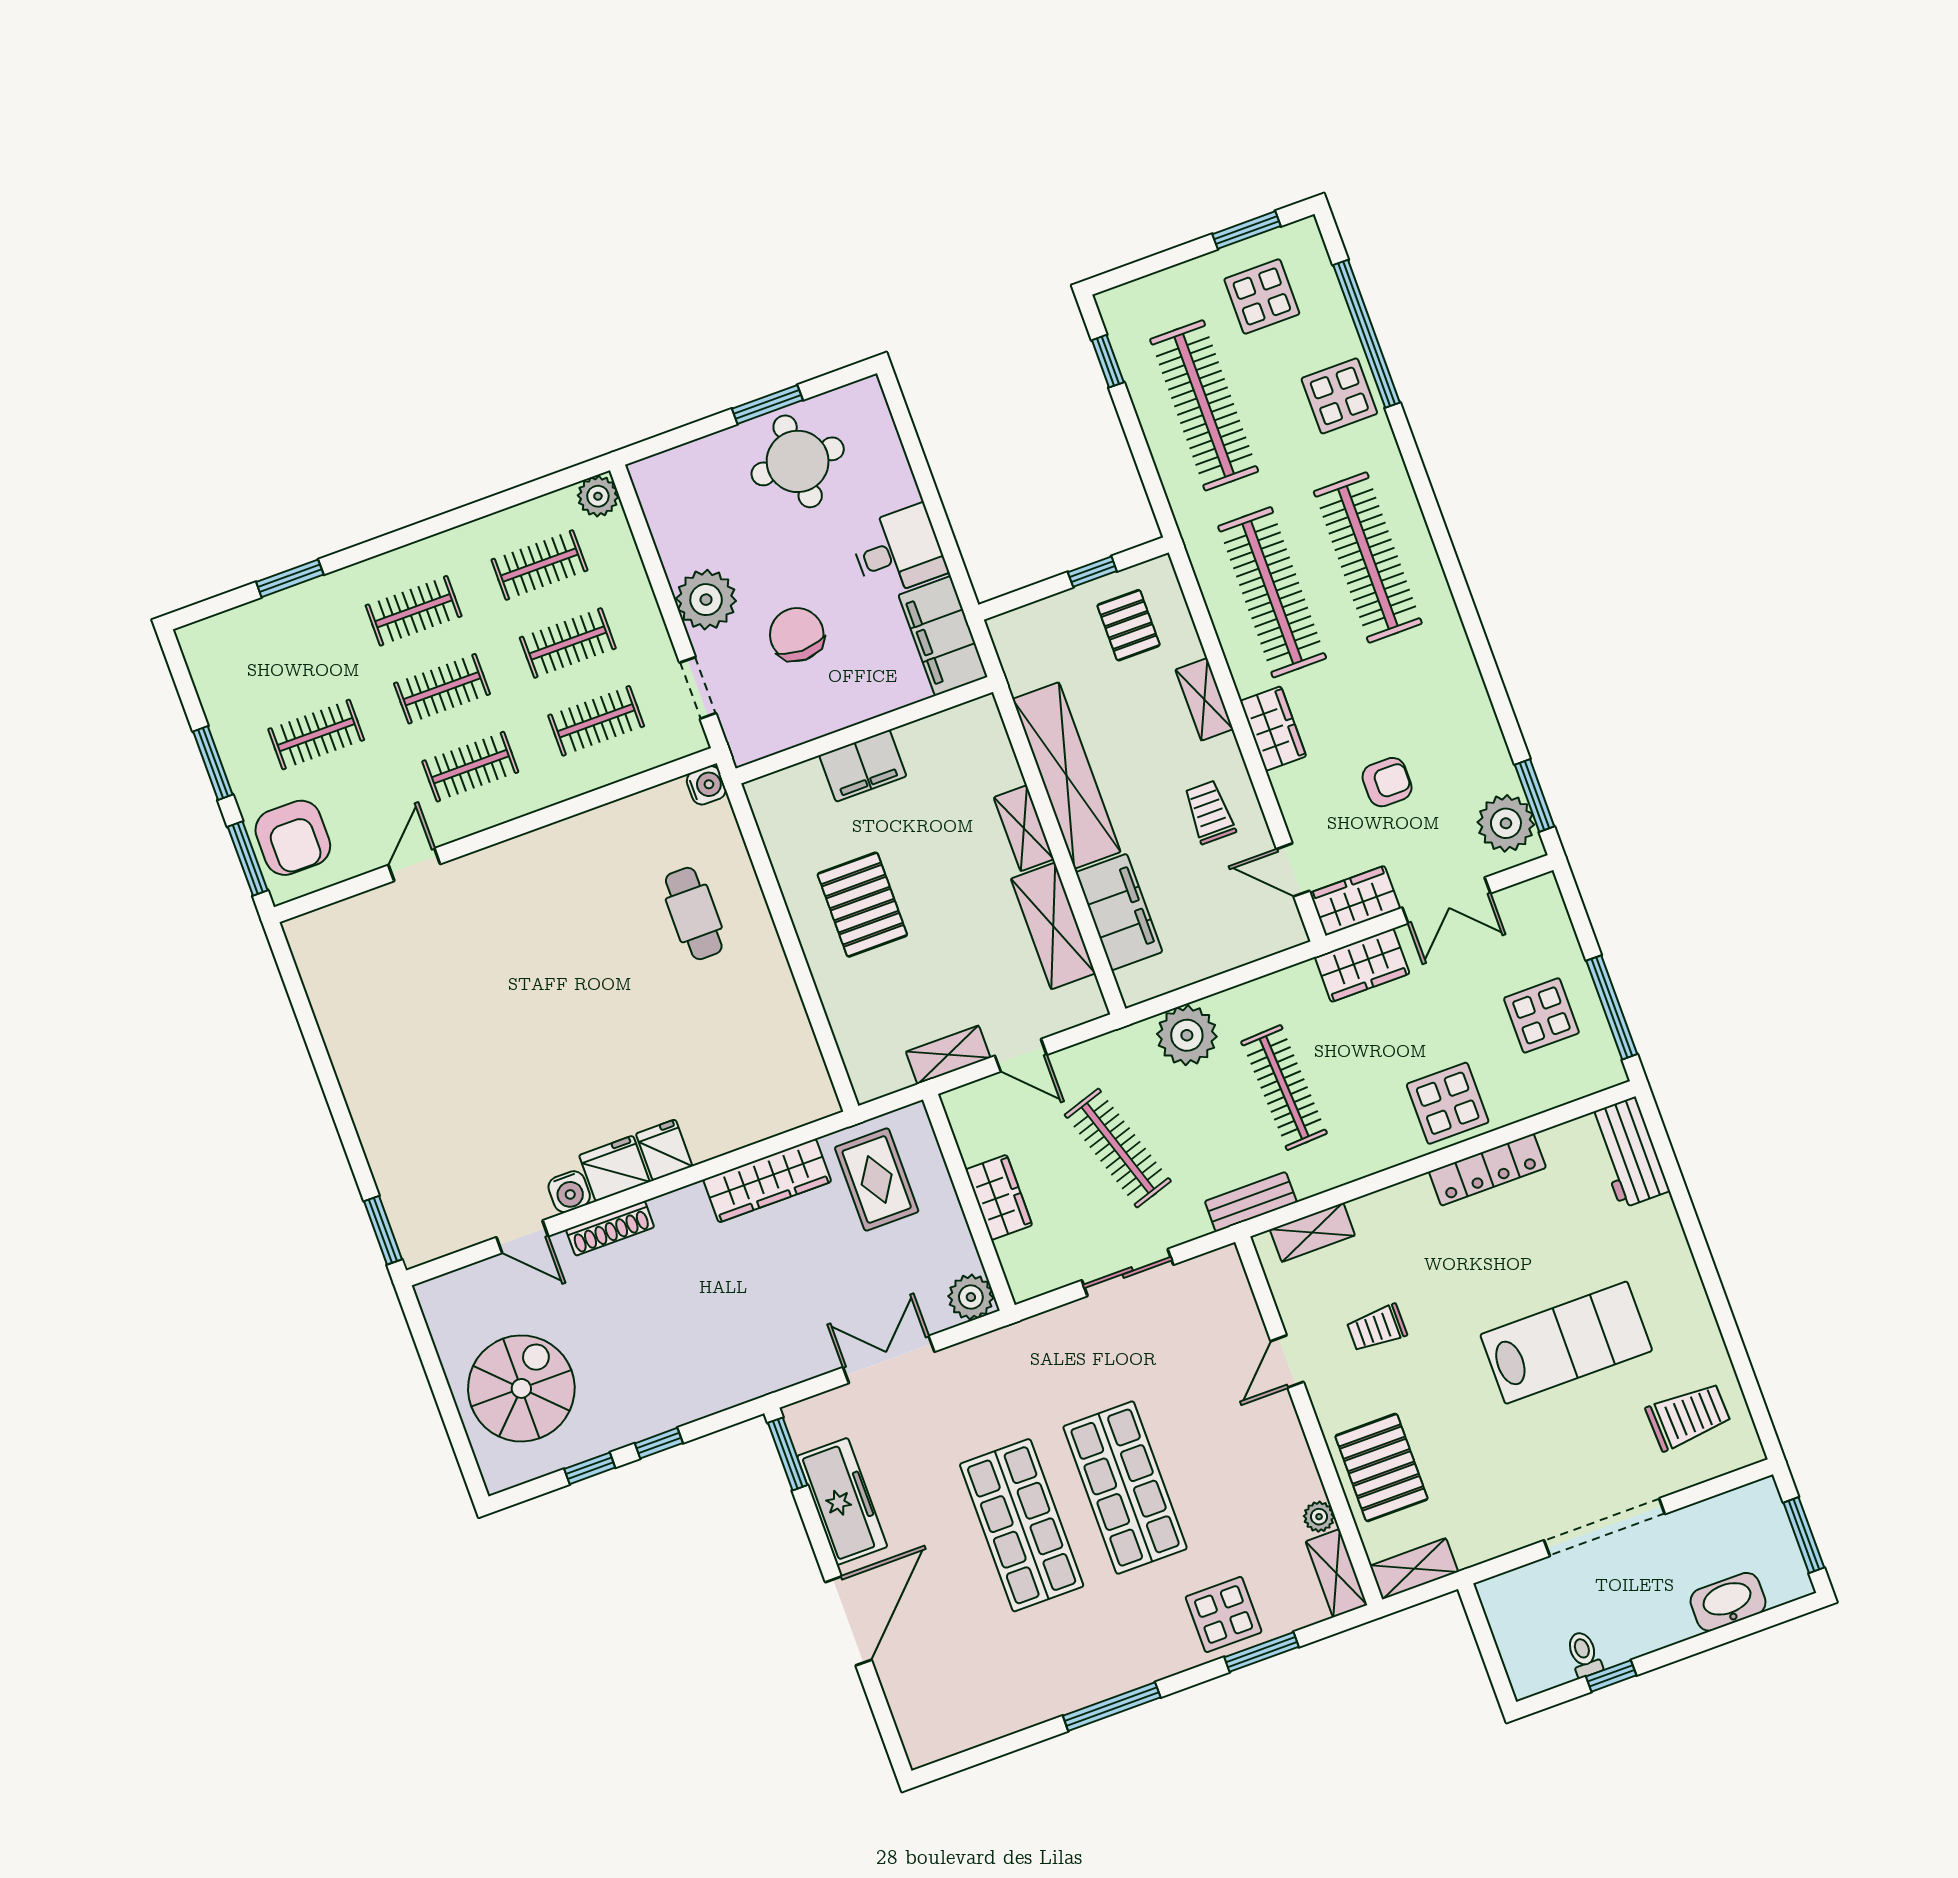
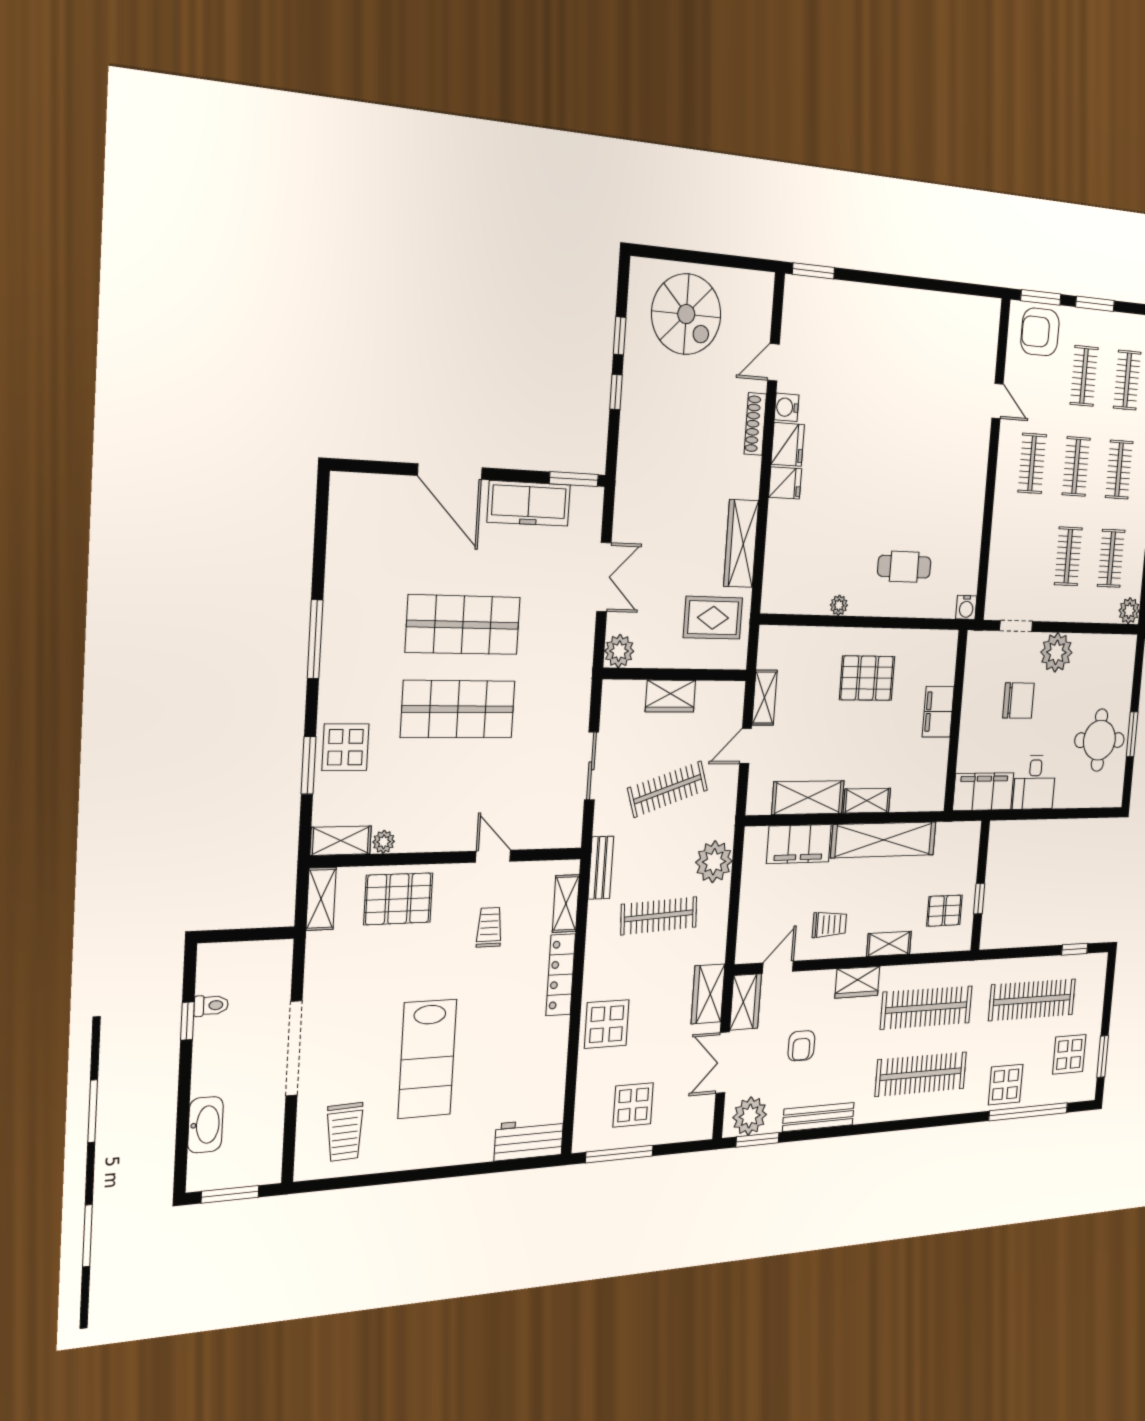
bench: (1476, 708) -> (818, 1117), added
clothes rail: (596, 721) -> (1127, 380), moved
plant: (785, 994) -> (839, 605), added
locker: (1487, 1170) -> (561, 975), moved

